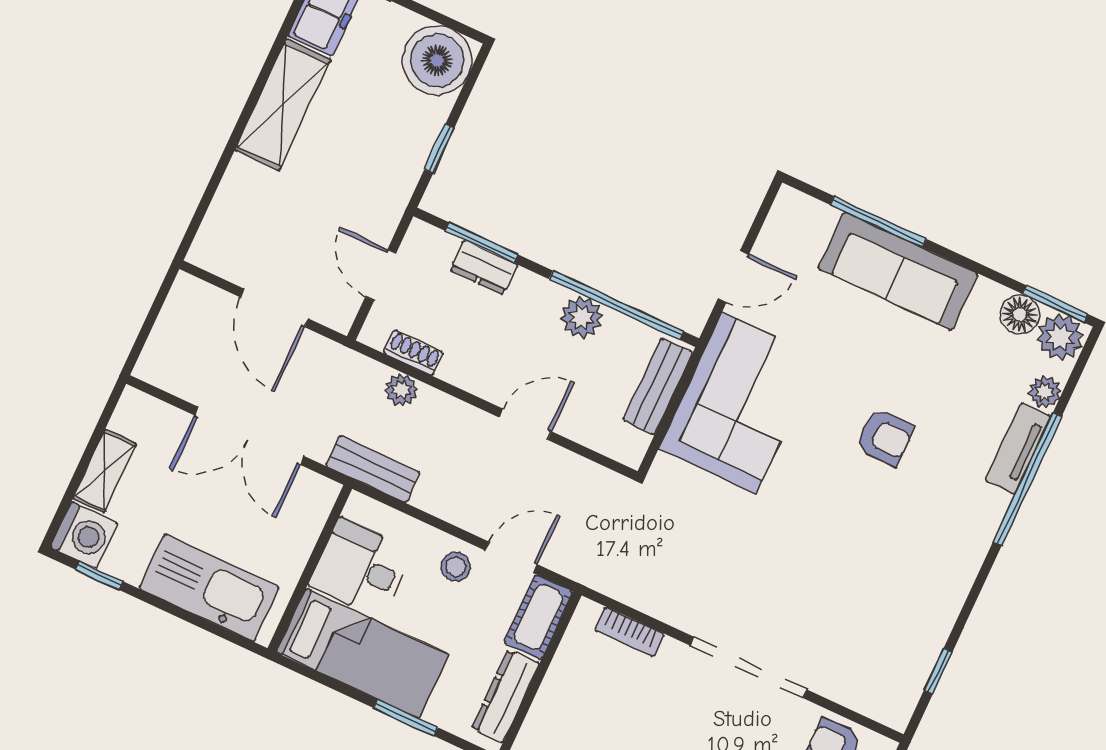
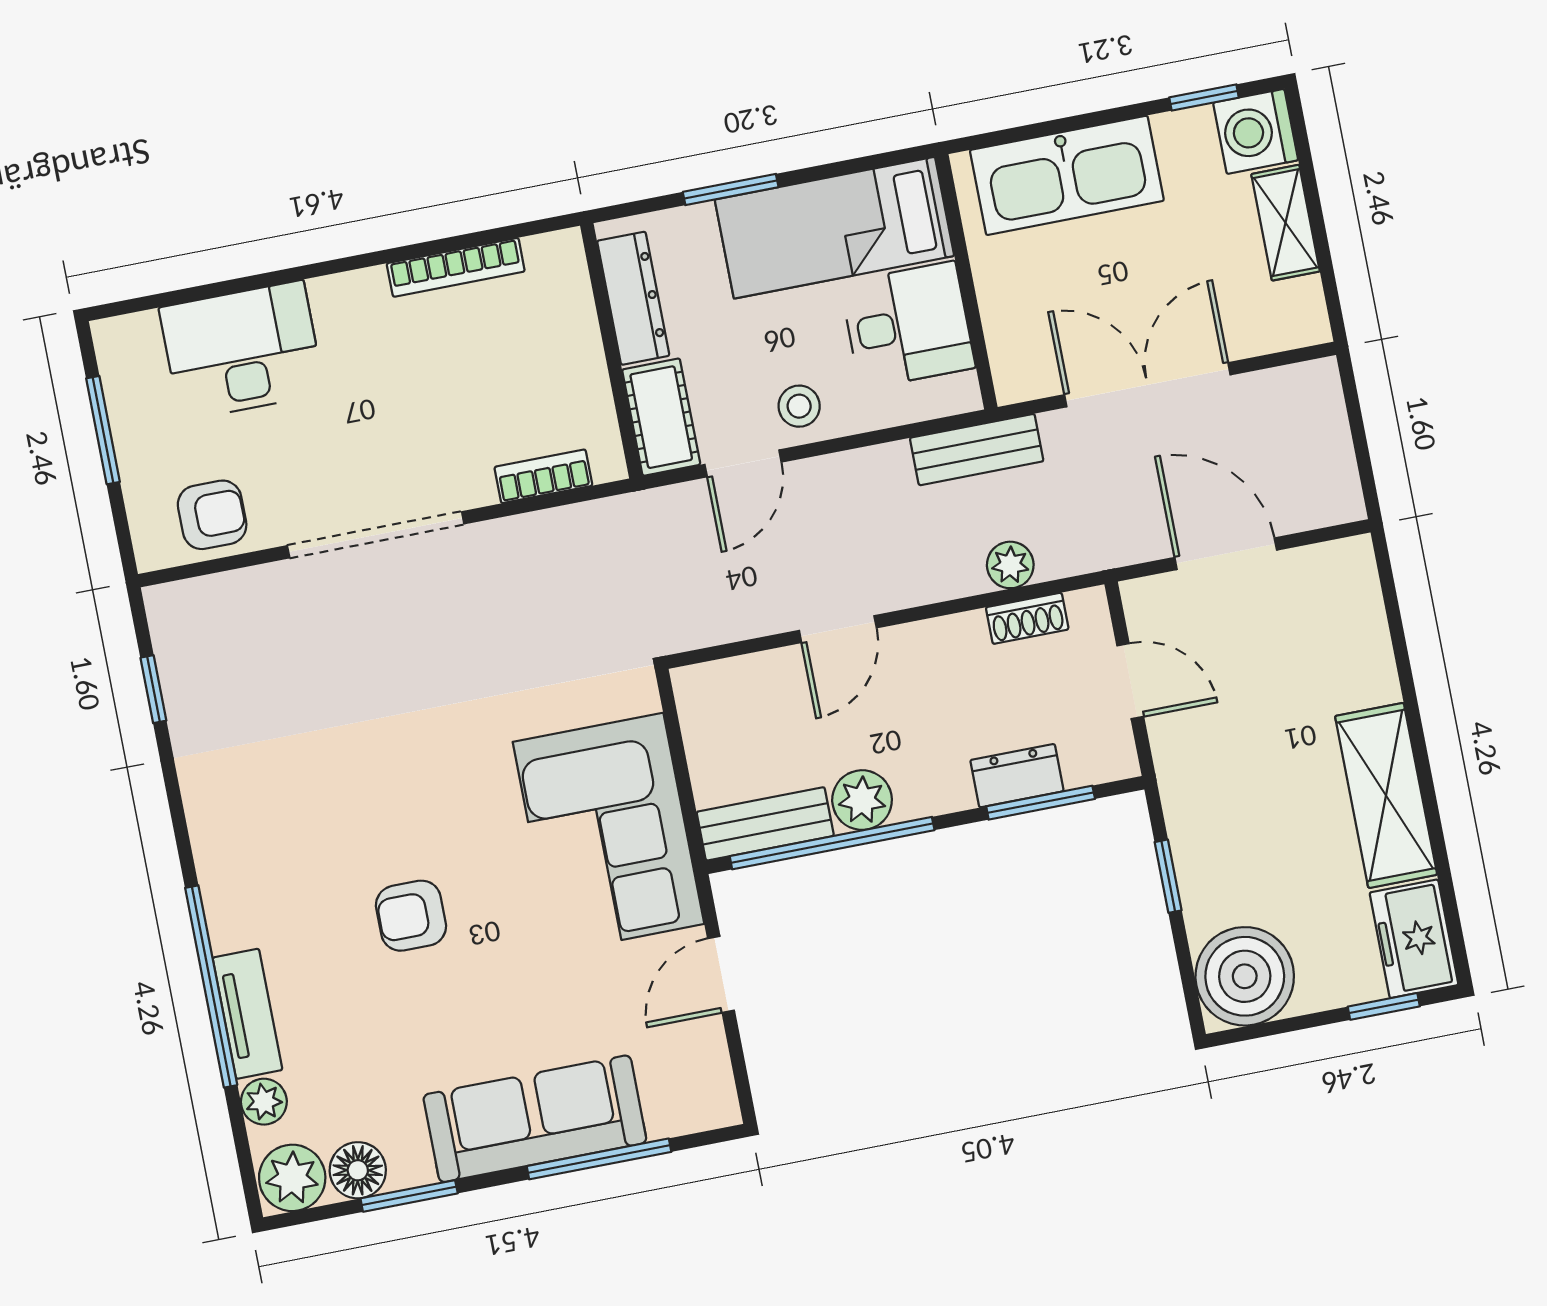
window: (1055, 304) -> (409, 1196), moved
bench: (658, 386) -> (765, 824), moved, turned 90

